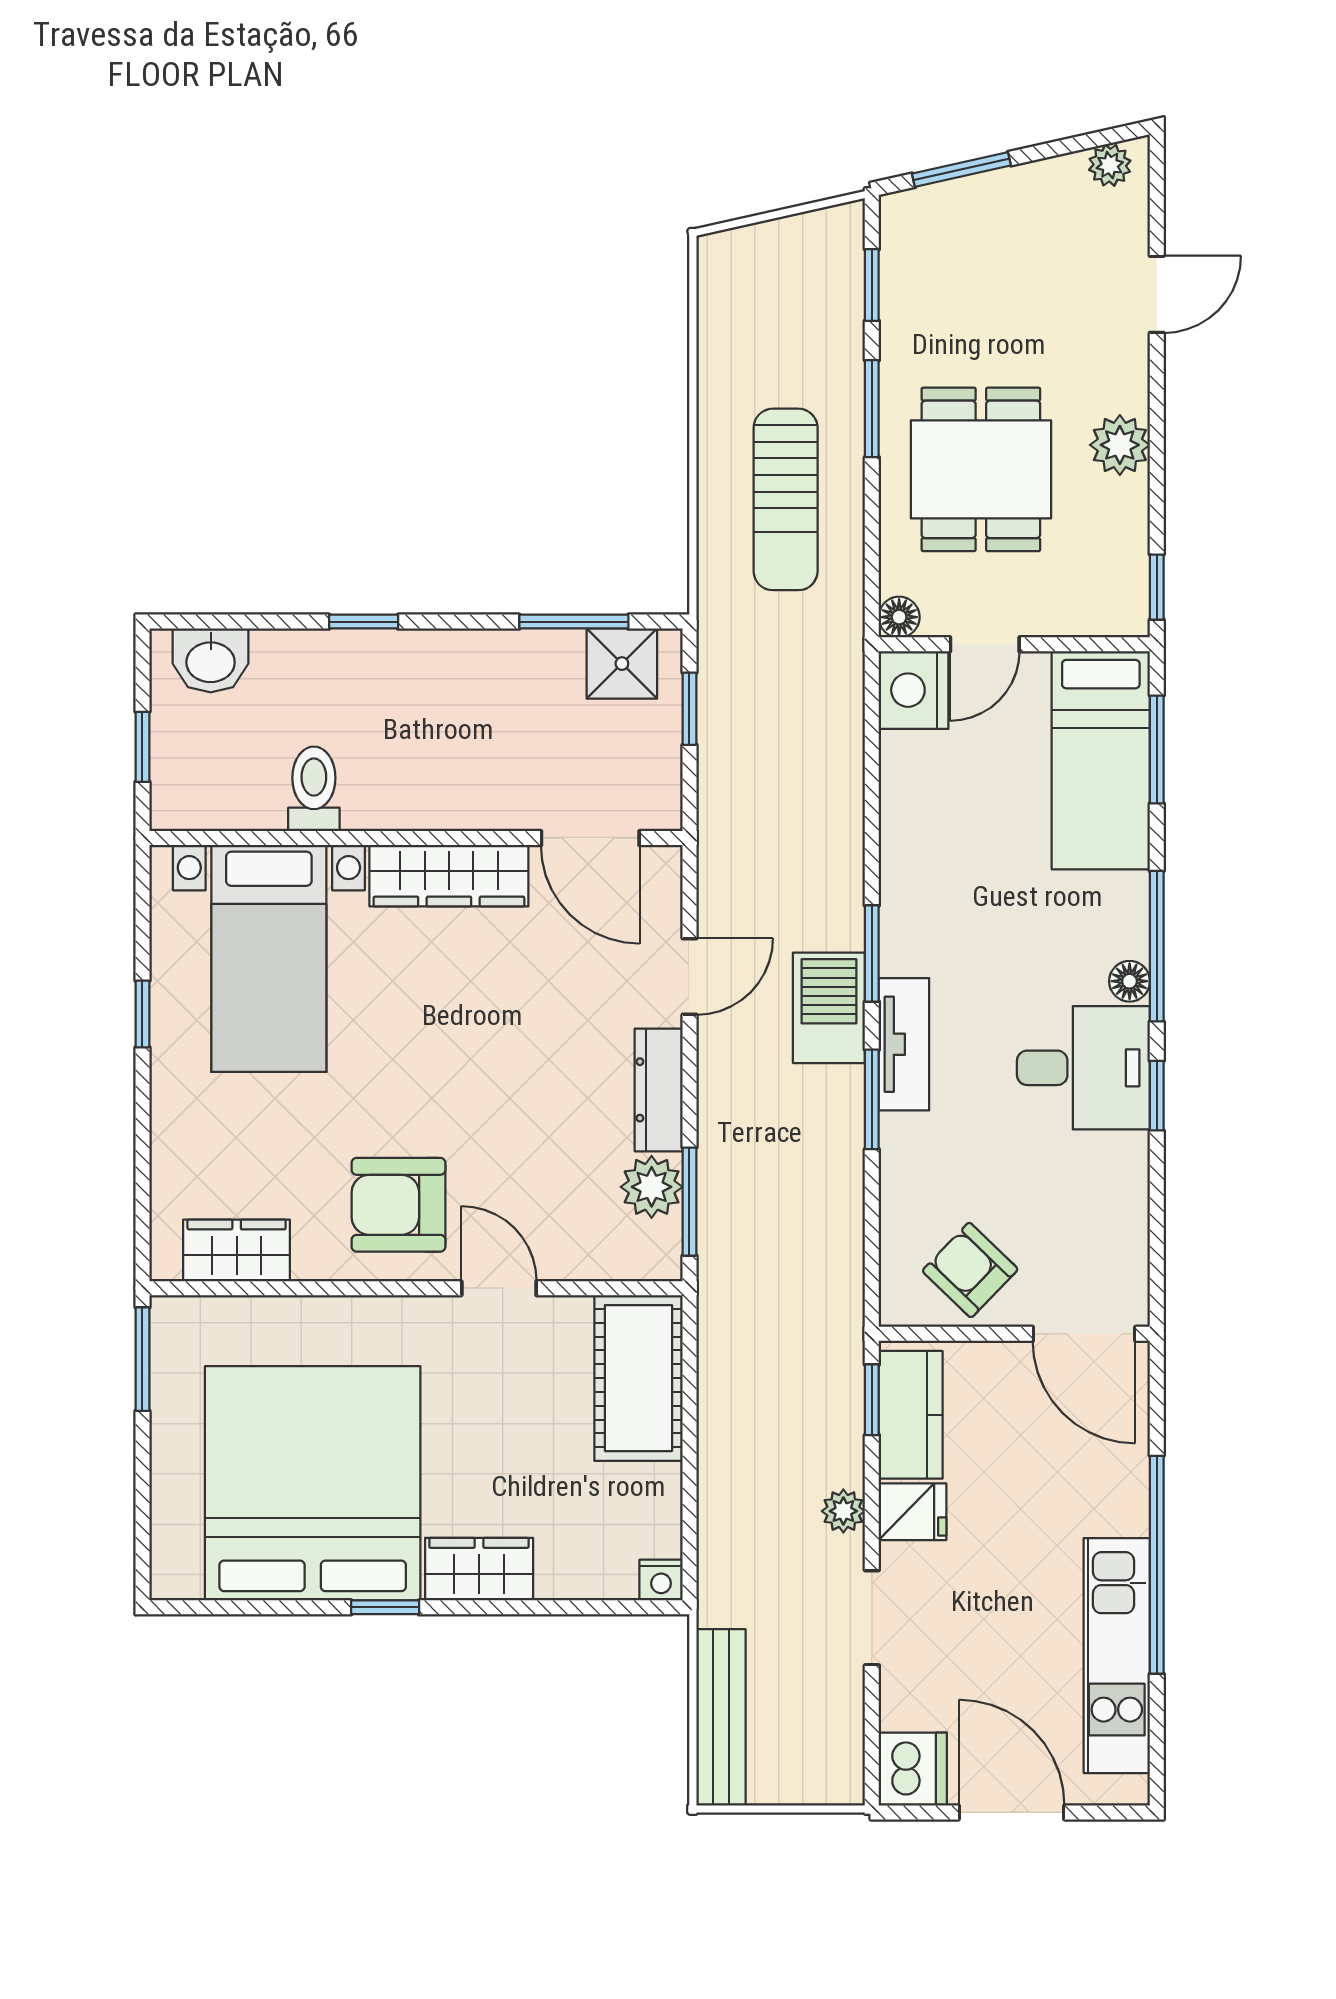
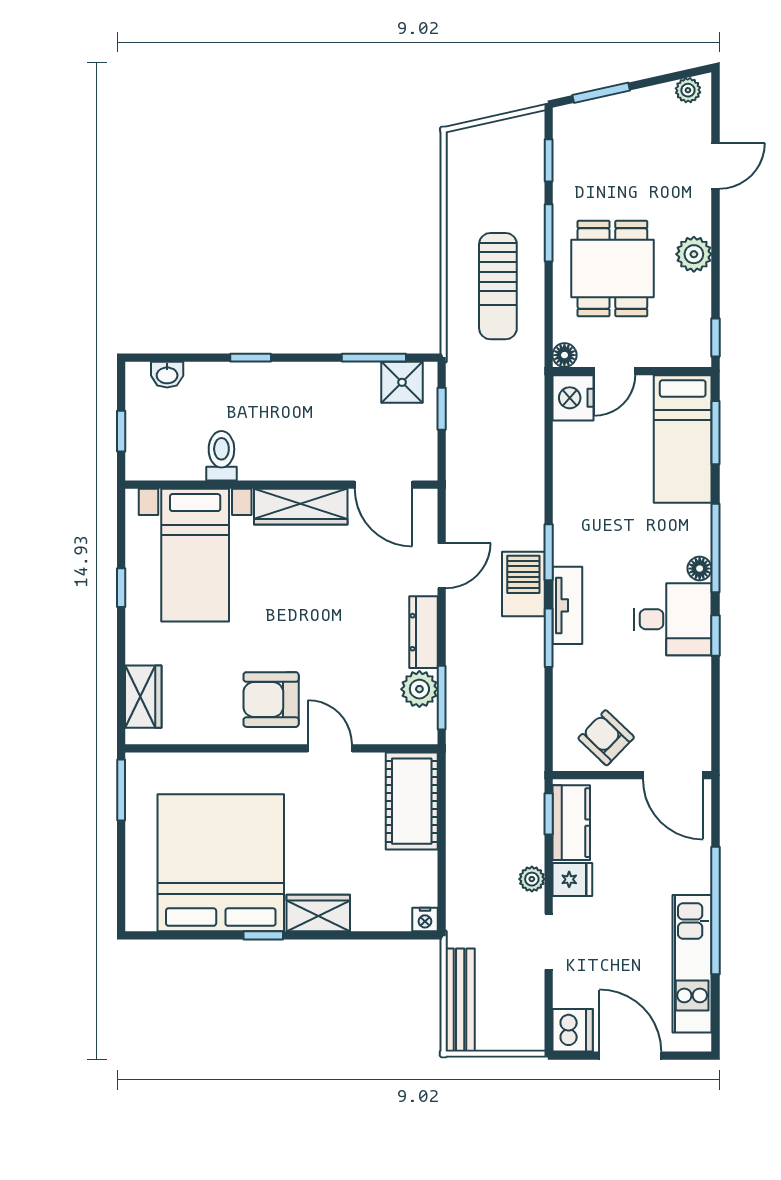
washbasin: (211, 660) -> (167, 375), width x0.72, depth x0.69
wardrobe: (237, 1250) -> (143, 697), moved, turned 90

